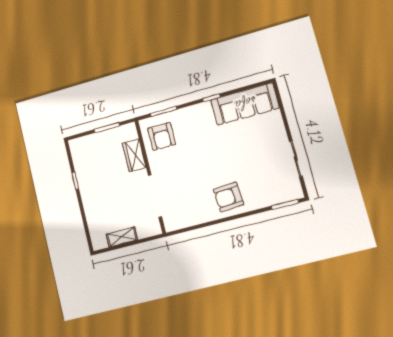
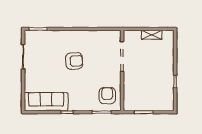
wardrobe: (134, 155) -> (129, 88), removed
armchair: (228, 197) -> (74, 61), moved

